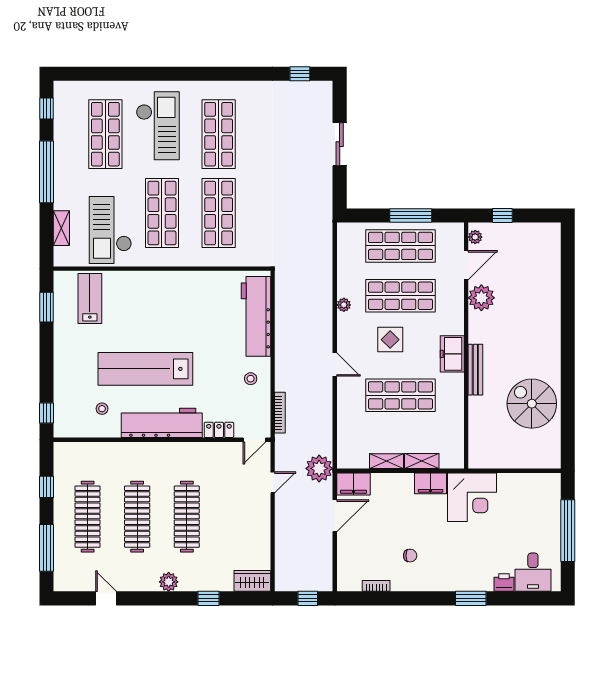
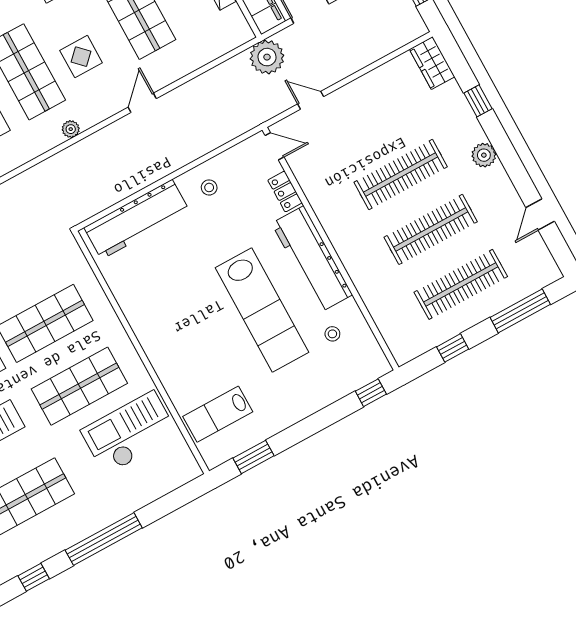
shelving: (61, 228) -> (157, 488), removed
checkout: (110, 230) -> (129, 433), turned 180
bookcase: (280, 413) -> (229, 134), removed

